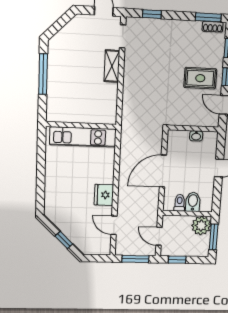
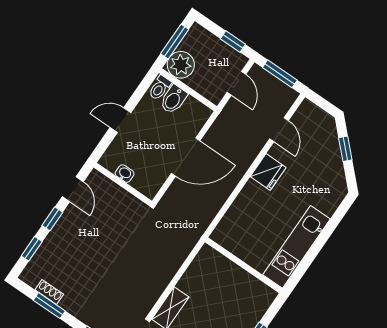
window: (208, 17) -> (49, 306), moved
shoe rack: (213, 27) -> (49, 292), moved
rug: (200, 78) -> (82, 235), removed
kitchen unit: (83, 137) -> (296, 247), moved, turned -90
toilet: (180, 203) -> (160, 88), moved

